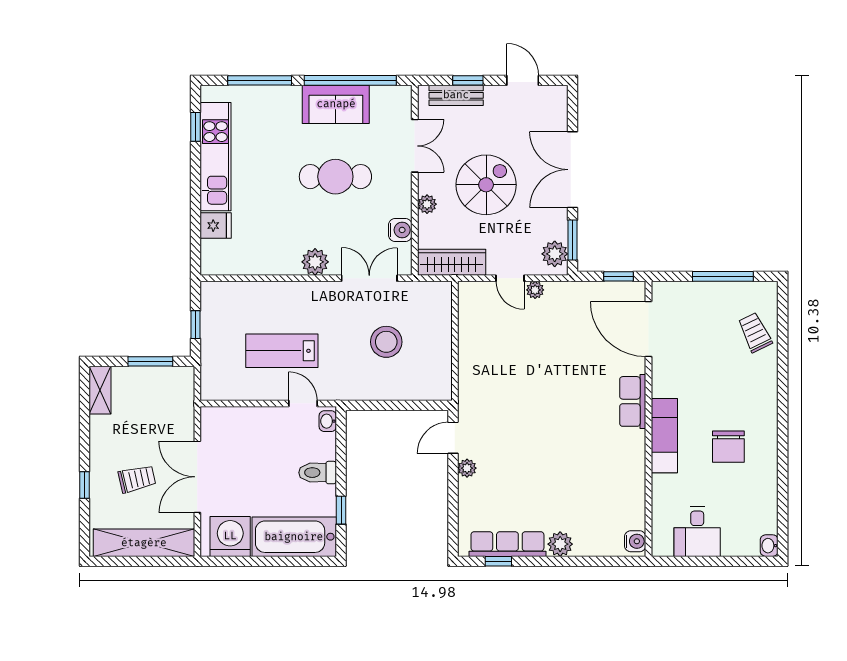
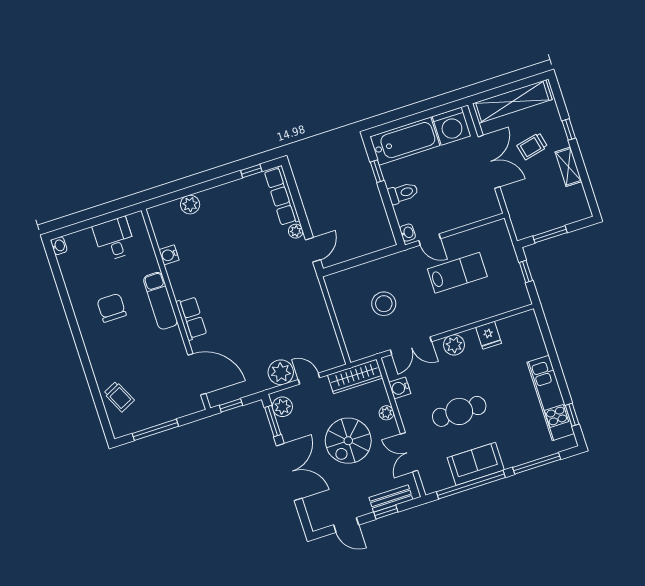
fridge: (216, 226) -> (489, 335), moved, turned -90
plant: (535, 290) -> (281, 372), width x1.88, depth x1.88
shelving: (100, 390) -> (568, 167), moved
water cooler: (635, 541) -> (169, 255), moved
row of seats: (507, 544) -> (282, 196), moved, turned 90
plant: (560, 544) -> (190, 205), moved

